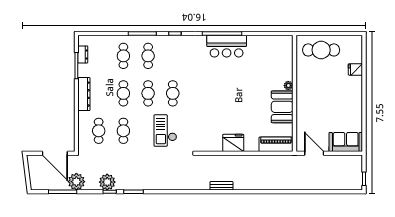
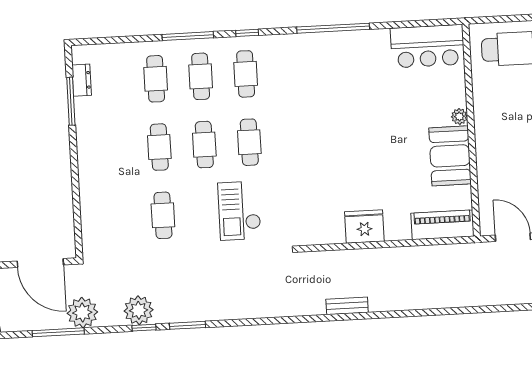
bar counter: (227, 46) -> (427, 46), moved
dresser: (84, 94) -> (87, 152), removed
cafe table: (99, 131) -> (246, 74), moved

